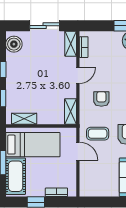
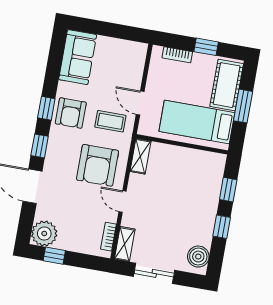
door: (78, 75) -> (123, 201), hinge flipped
armchair: (101, 99) -> (98, 165), width x1.88, depth x1.88
shelving: (24, 119) -> (202, 158), removed

